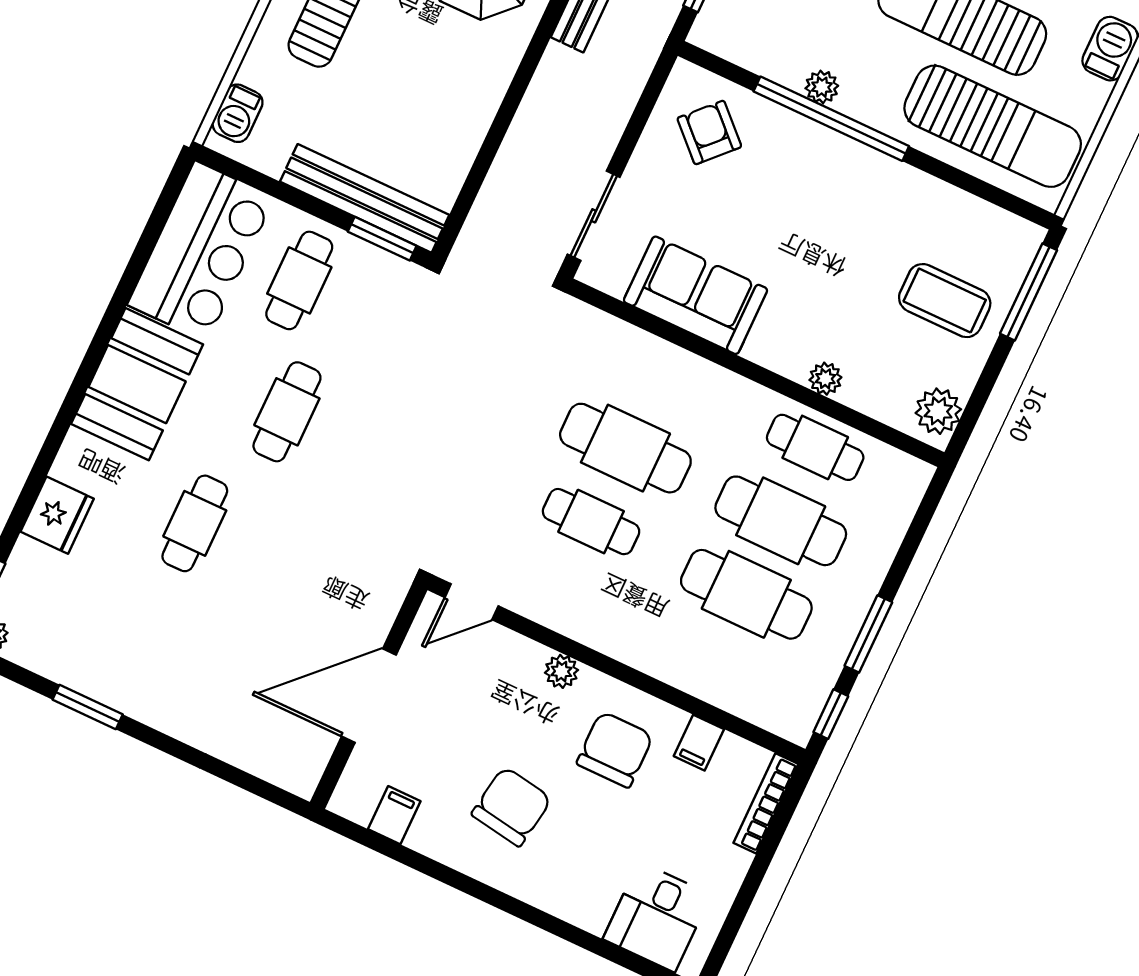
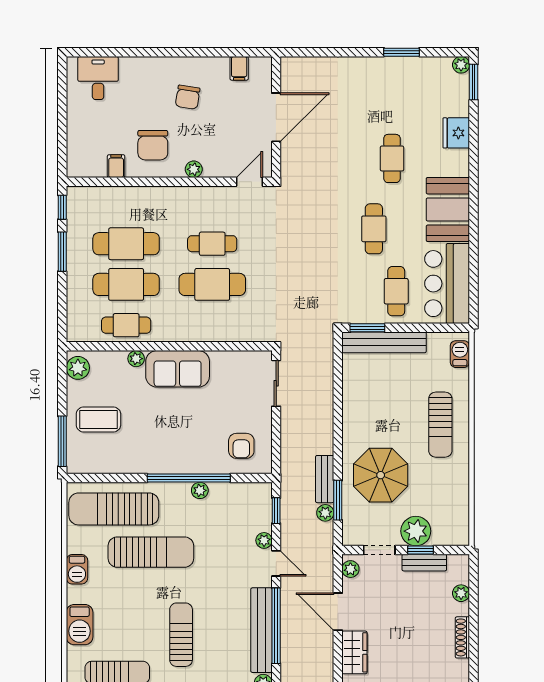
armchair: (709, 132) -> (241, 446), turned 46
sofa: (696, 295) -> (178, 369), moved
bookcase: (766, 803) -> (73, 153), removed
chair: (512, 807) -> (188, 97), width x0.73, depth x0.73

